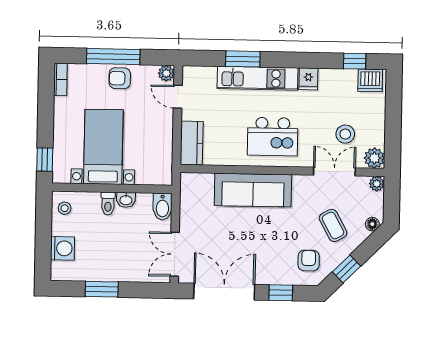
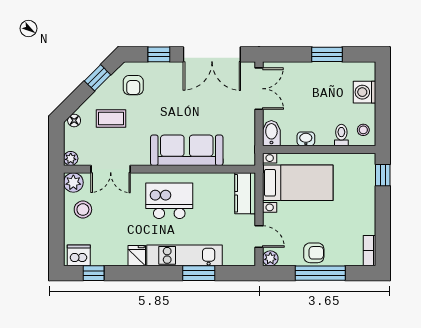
stool: (345, 134) -> (83, 210), moved
bed with nightstands: (103, 147) -> (298, 183), moved, turned -90
toilet: (108, 204) -> (341, 135), moved
coffee table: (333, 225) -> (111, 118), turned -61

